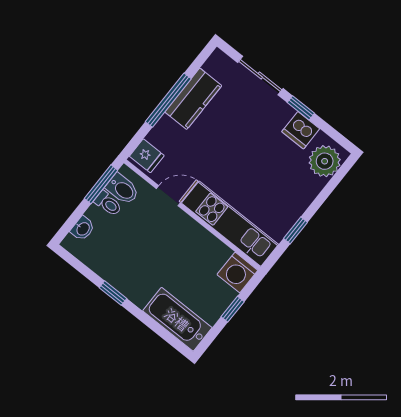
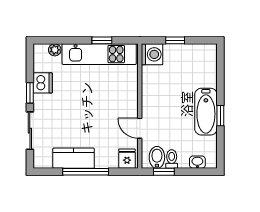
plant: (325, 161) -> (55, 50), width x0.53, depth x0.53
window: (101, 184) -> (164, 172), width x0.67
kitchen unit: (230, 224) -> (99, 54), moved, turned -90
bathtub: (177, 319) -> (206, 112), moved

